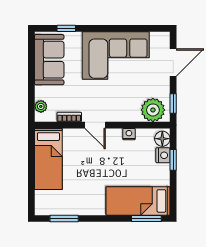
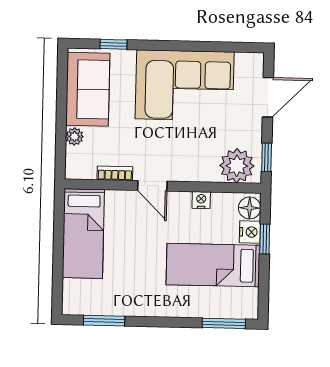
plant: (41, 106) -> (74, 136), moved
bed: (138, 201) -> (213, 265), moved

